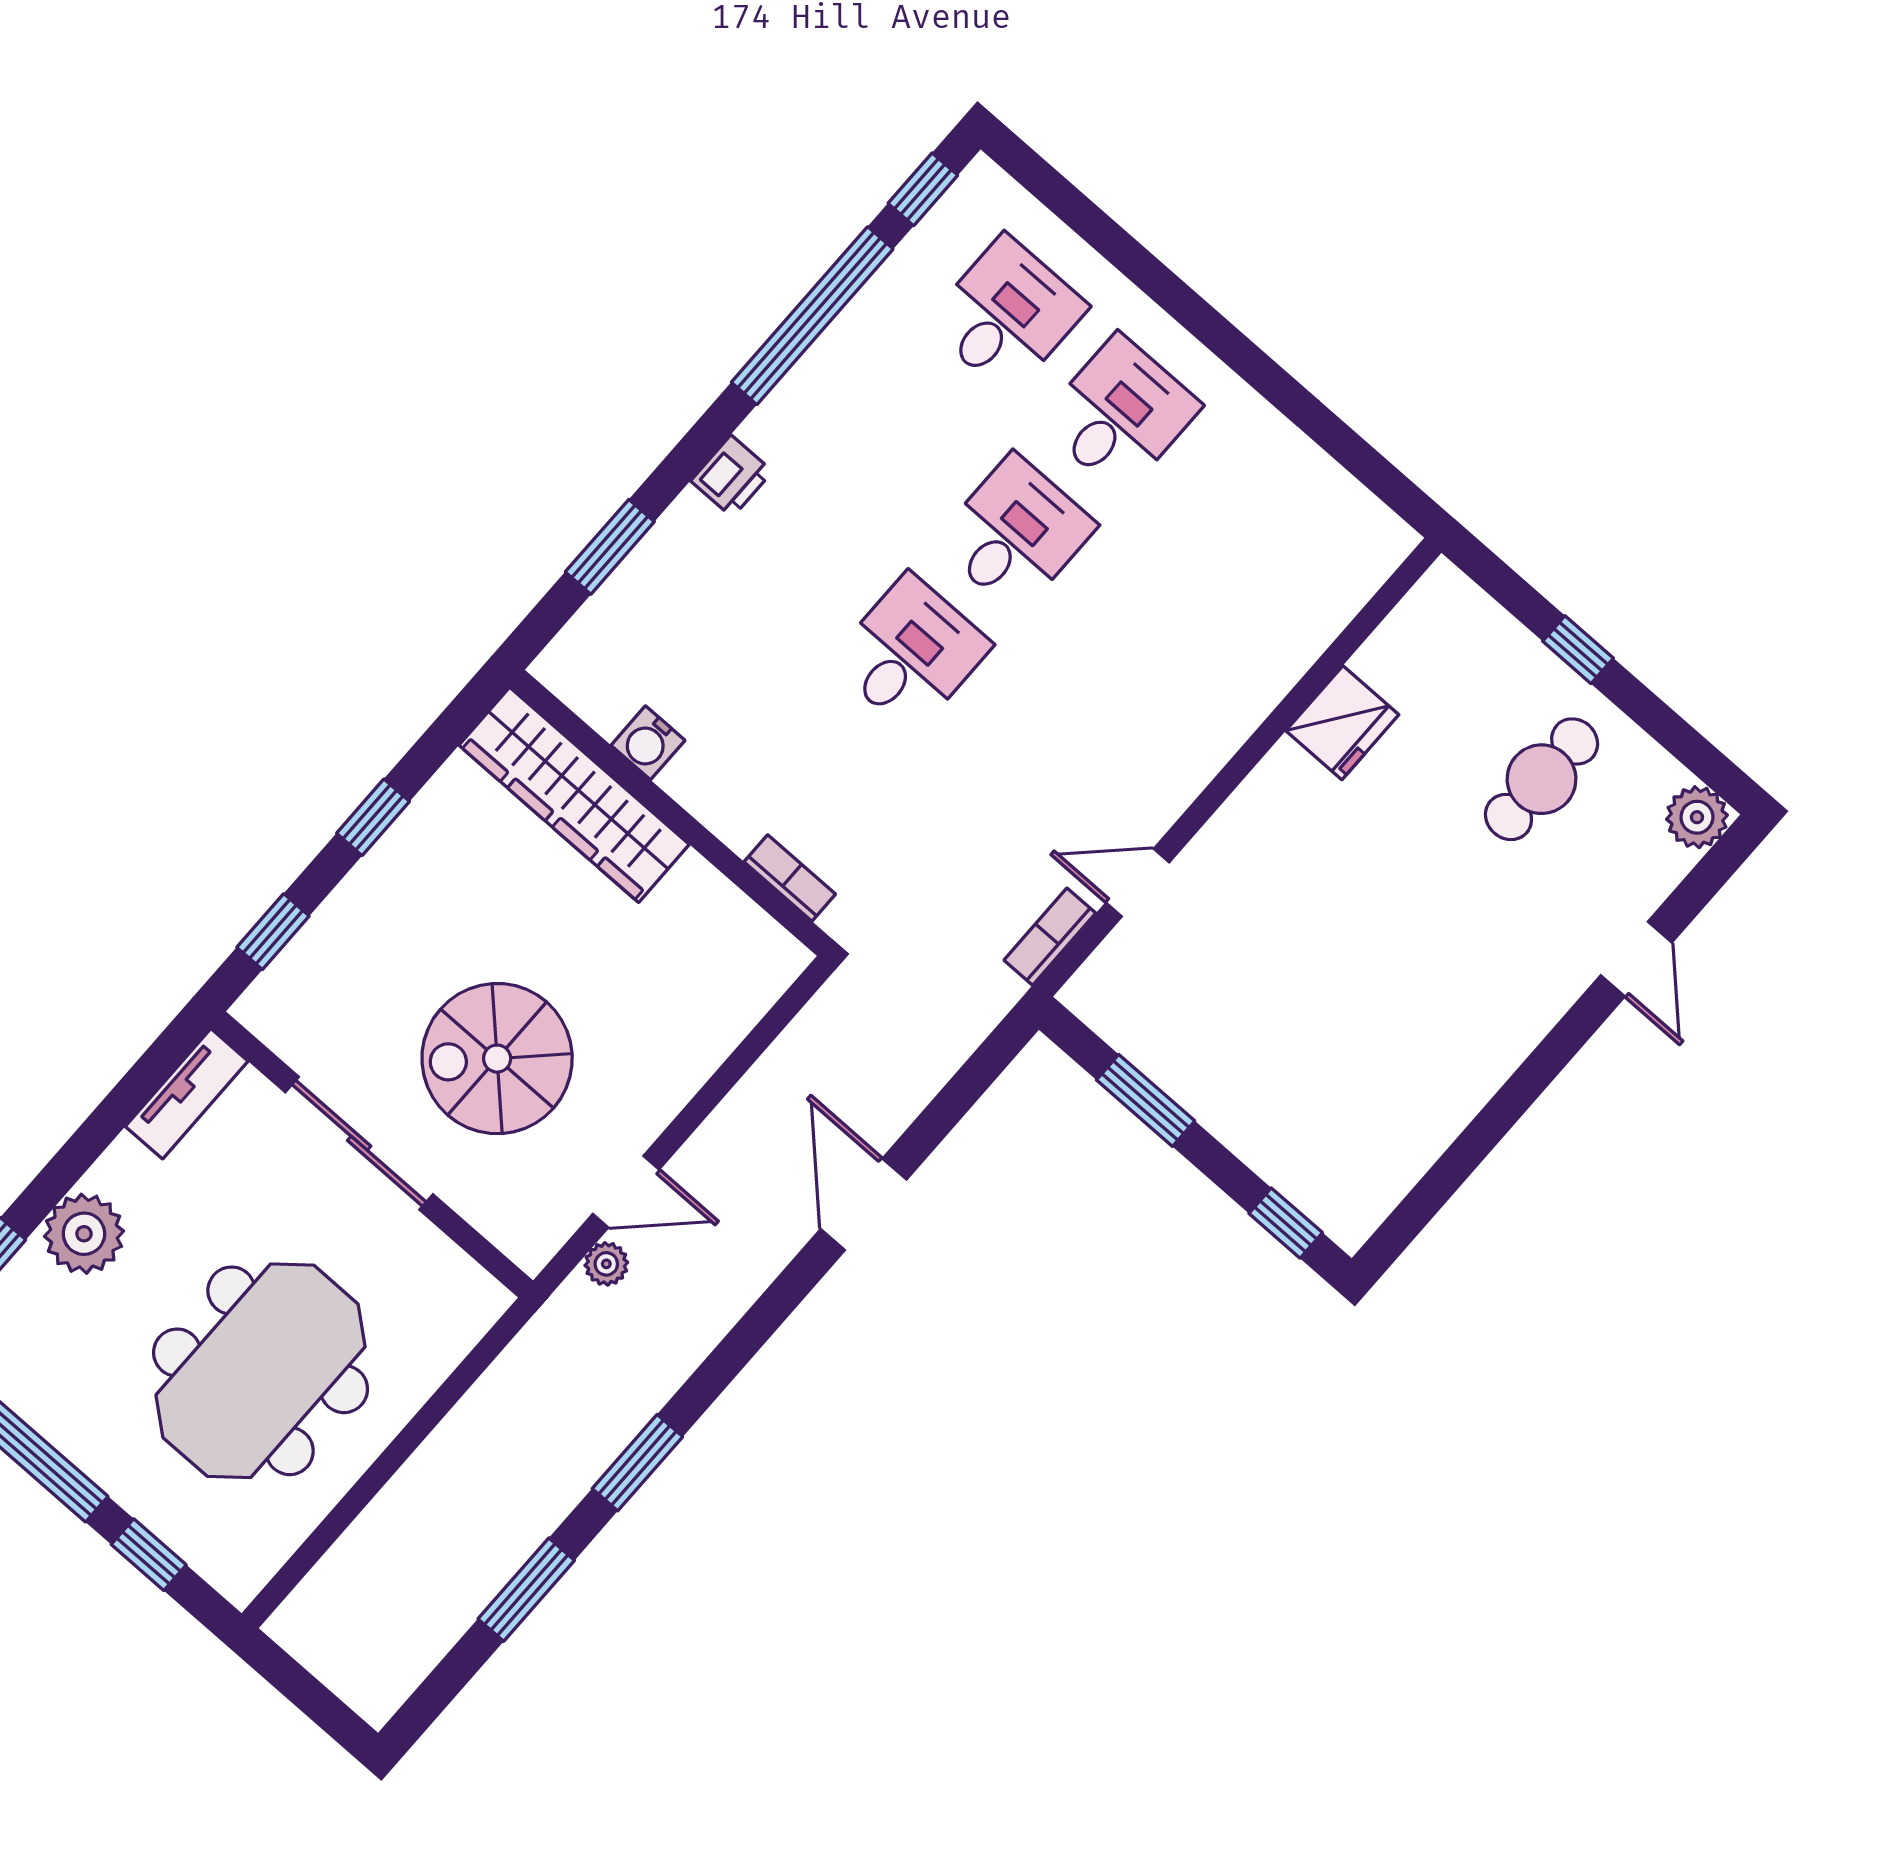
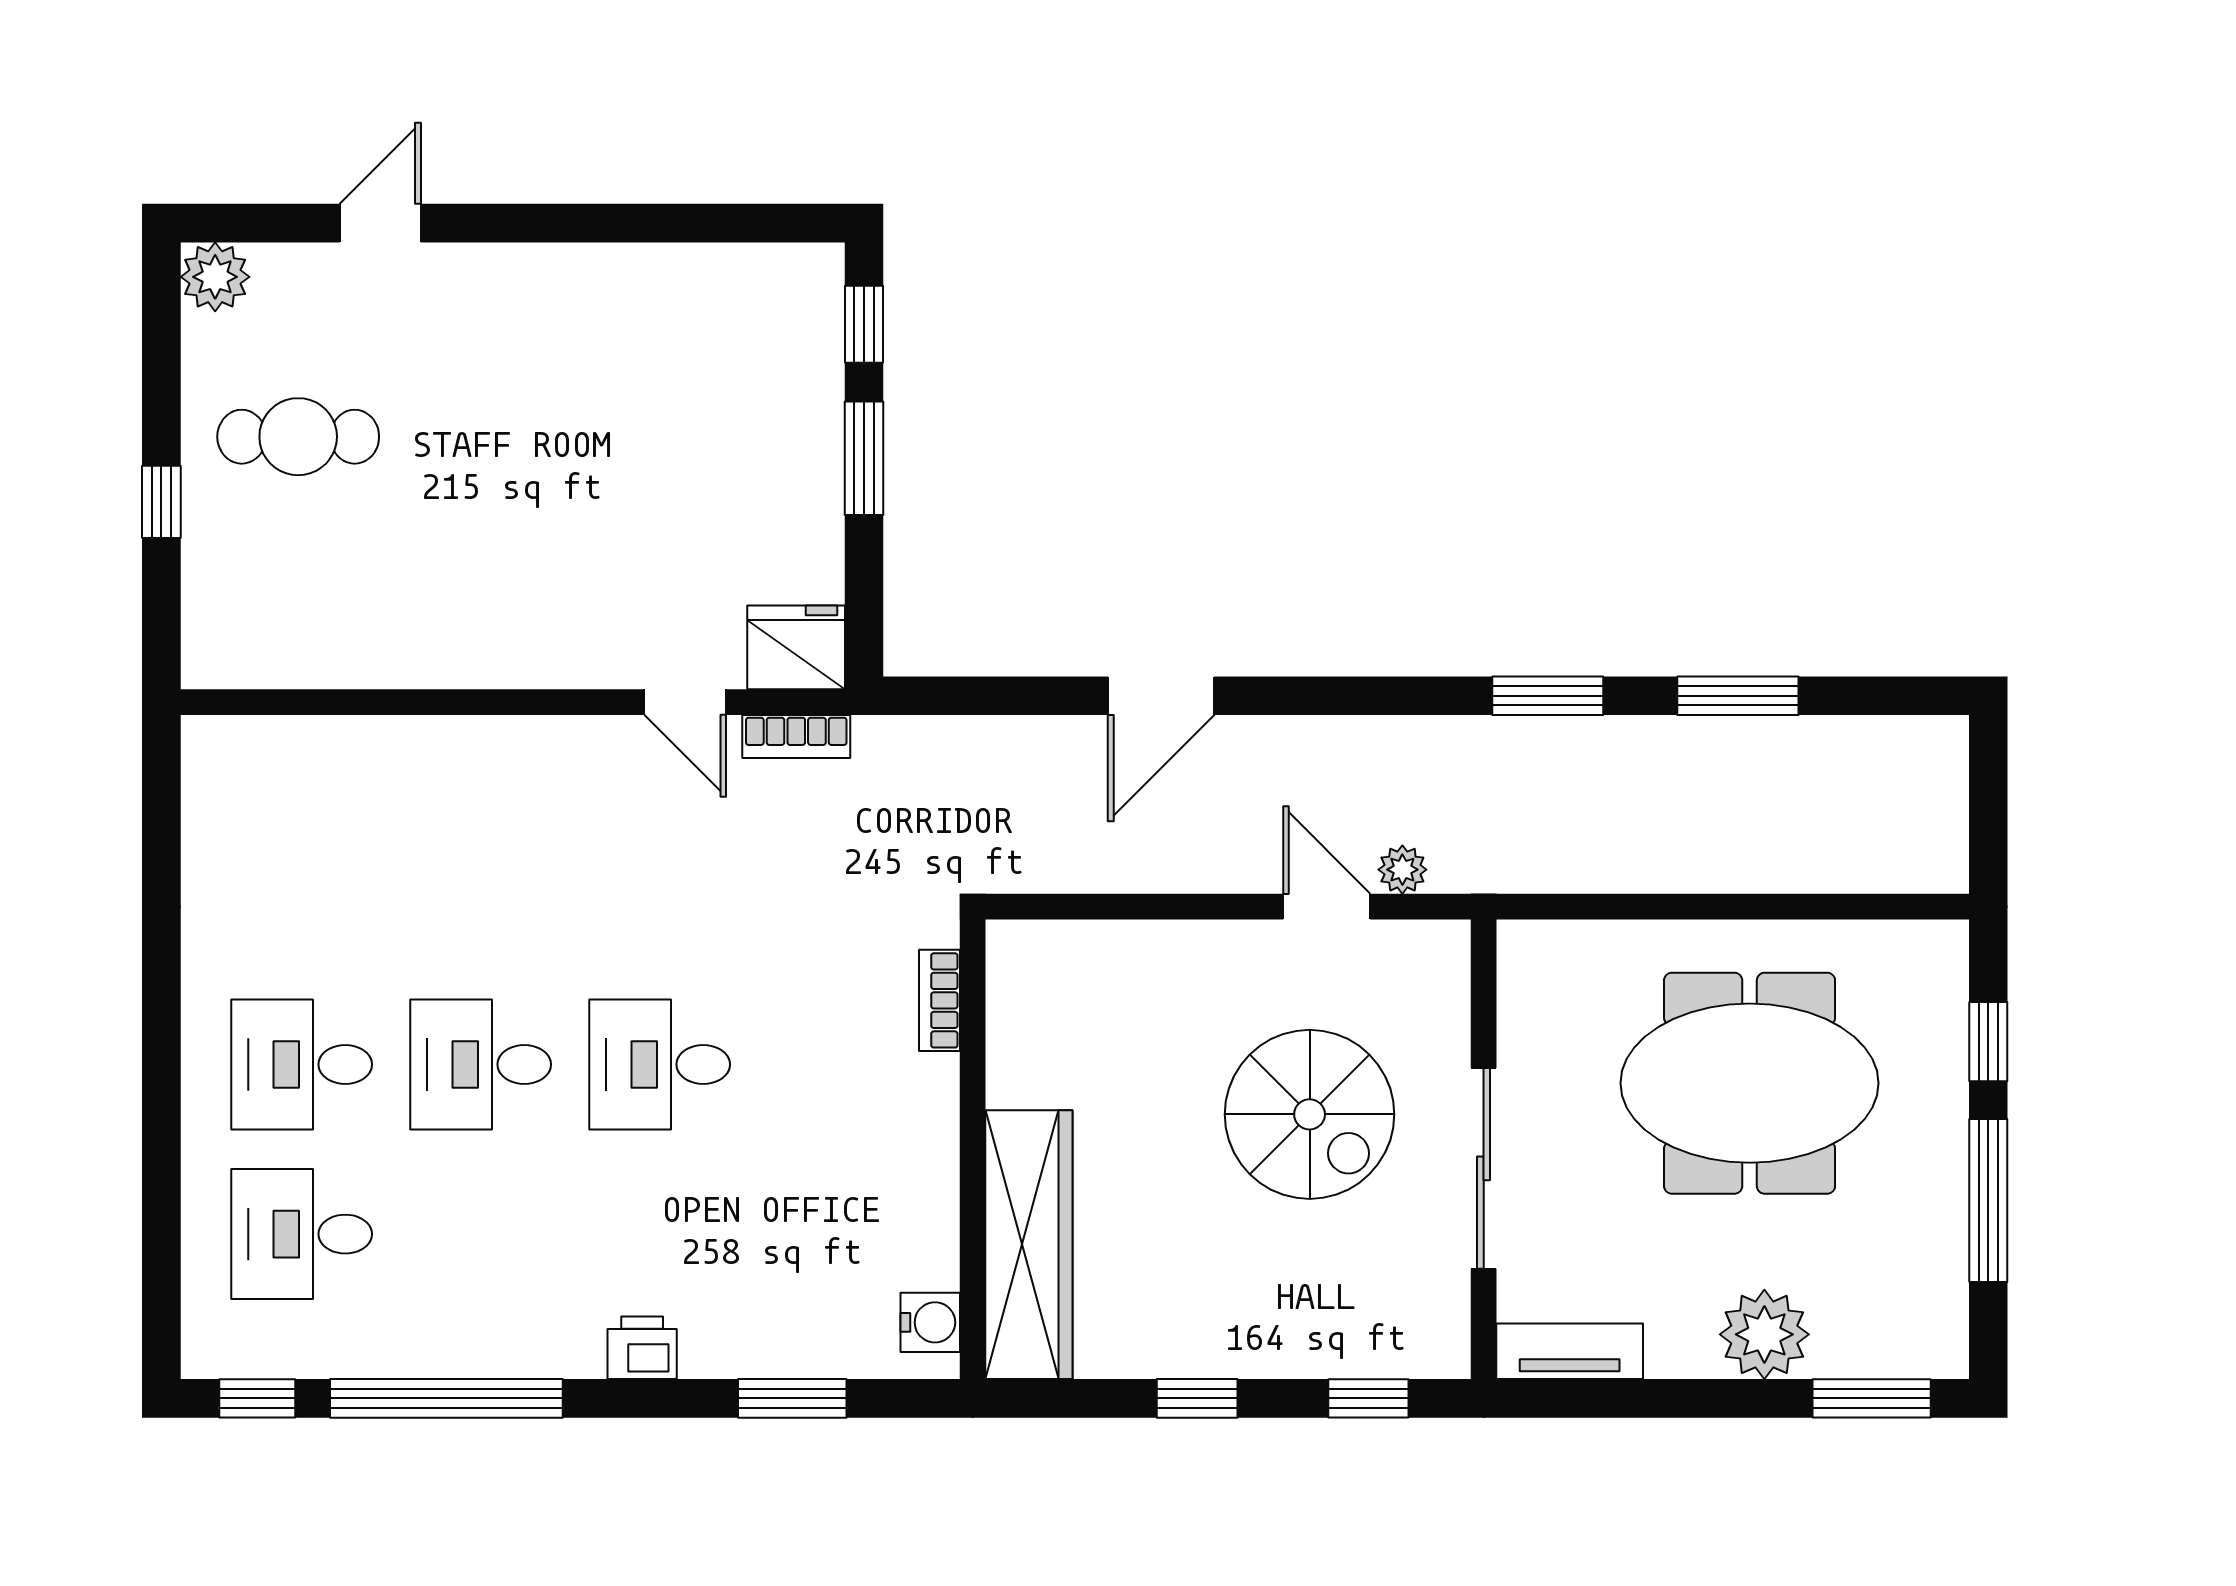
fridge: (1342, 723) -> (796, 647), moved
water cooler: (648, 743) -> (930, 1322), moved
window: (1146, 1100) -> (864, 458), moved

